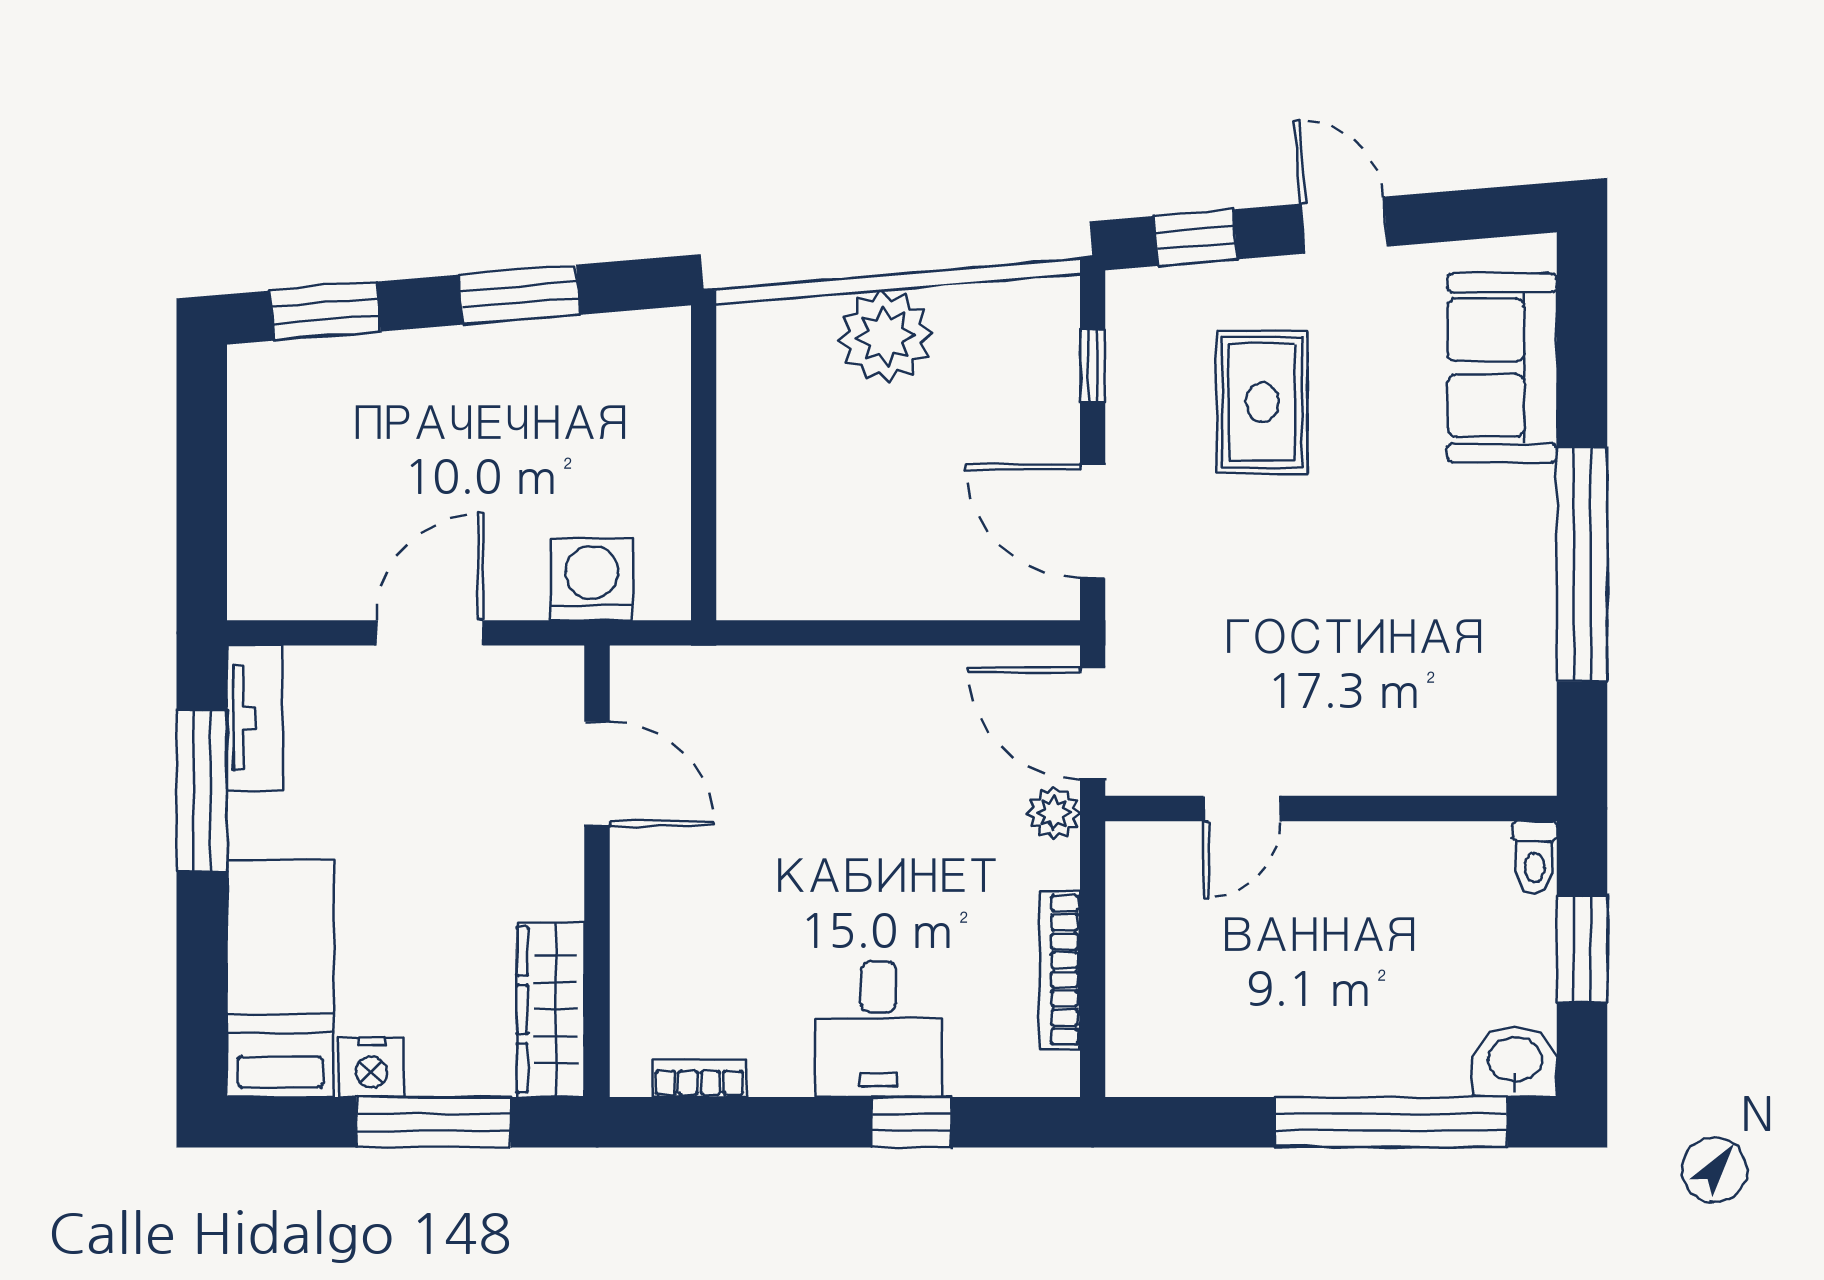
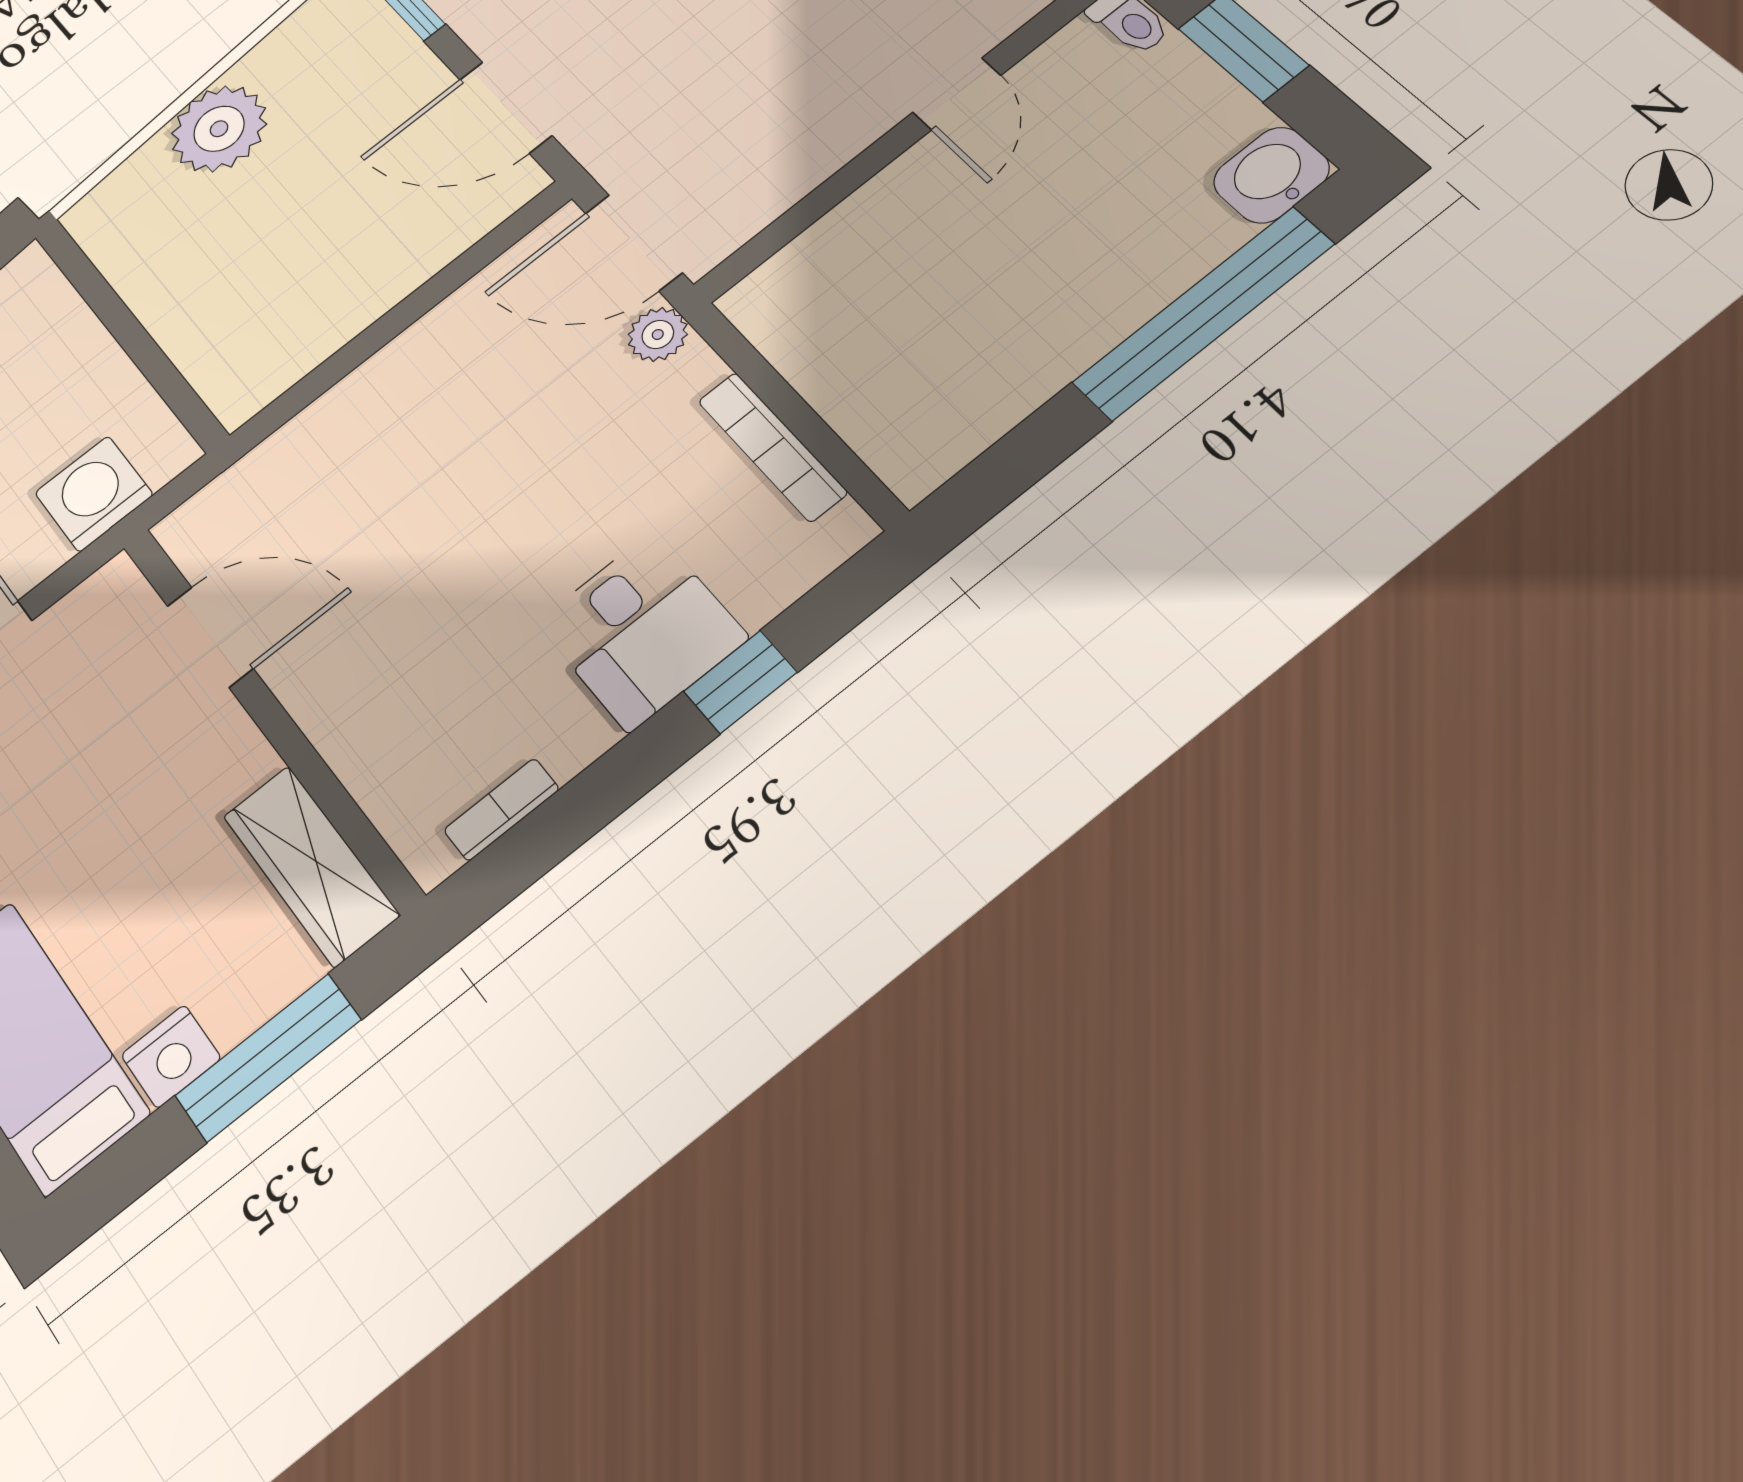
door: (1242, 808) -> (957, 94), moved

